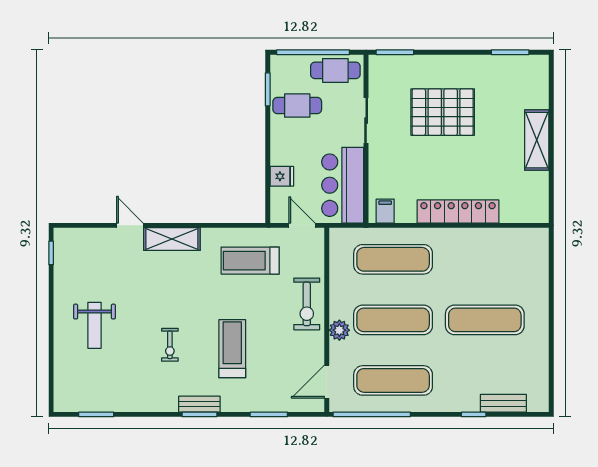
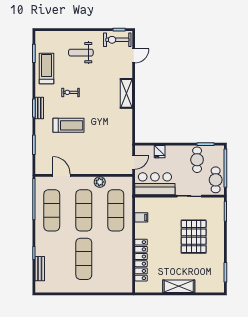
filing cabinet: (385, 211) -> (141, 217), moved
locker: (458, 211) -> (141, 260), moved
door: (130, 225) -> (134, 56), moved
treadmill: (250, 261) -> (46, 69), moved
exercise bike: (307, 304) -> (117, 40), moved
plant: (339, 330) -> (100, 182), moved
door: (327, 382) -> (61, 175), moved

